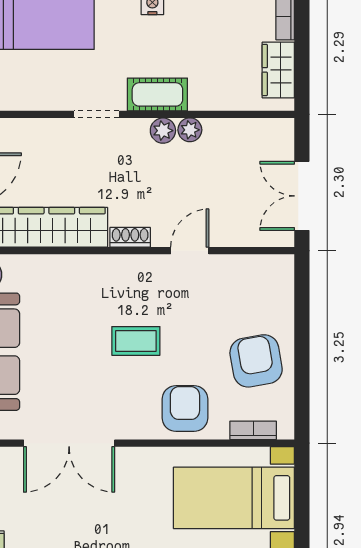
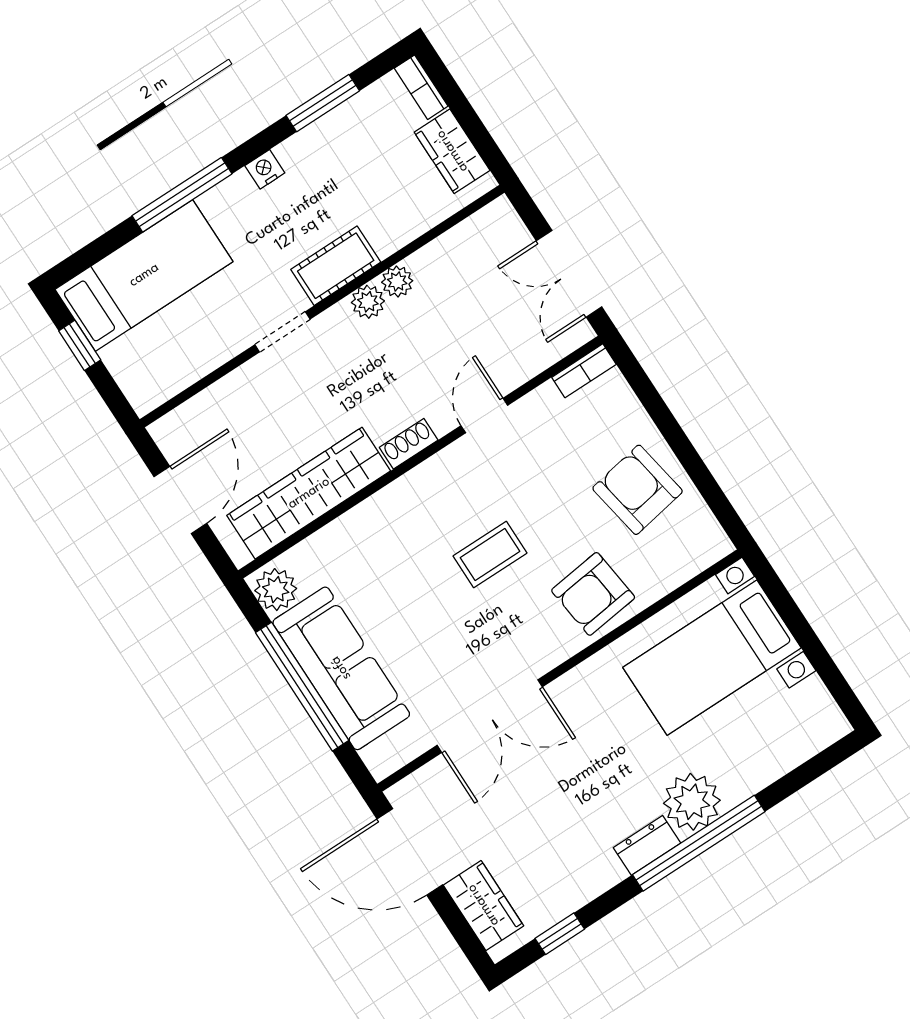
armchair: (185, 409) -> (593, 594), turned -97
bookcase: (253, 430) -> (584, 371), moved, turned 180

